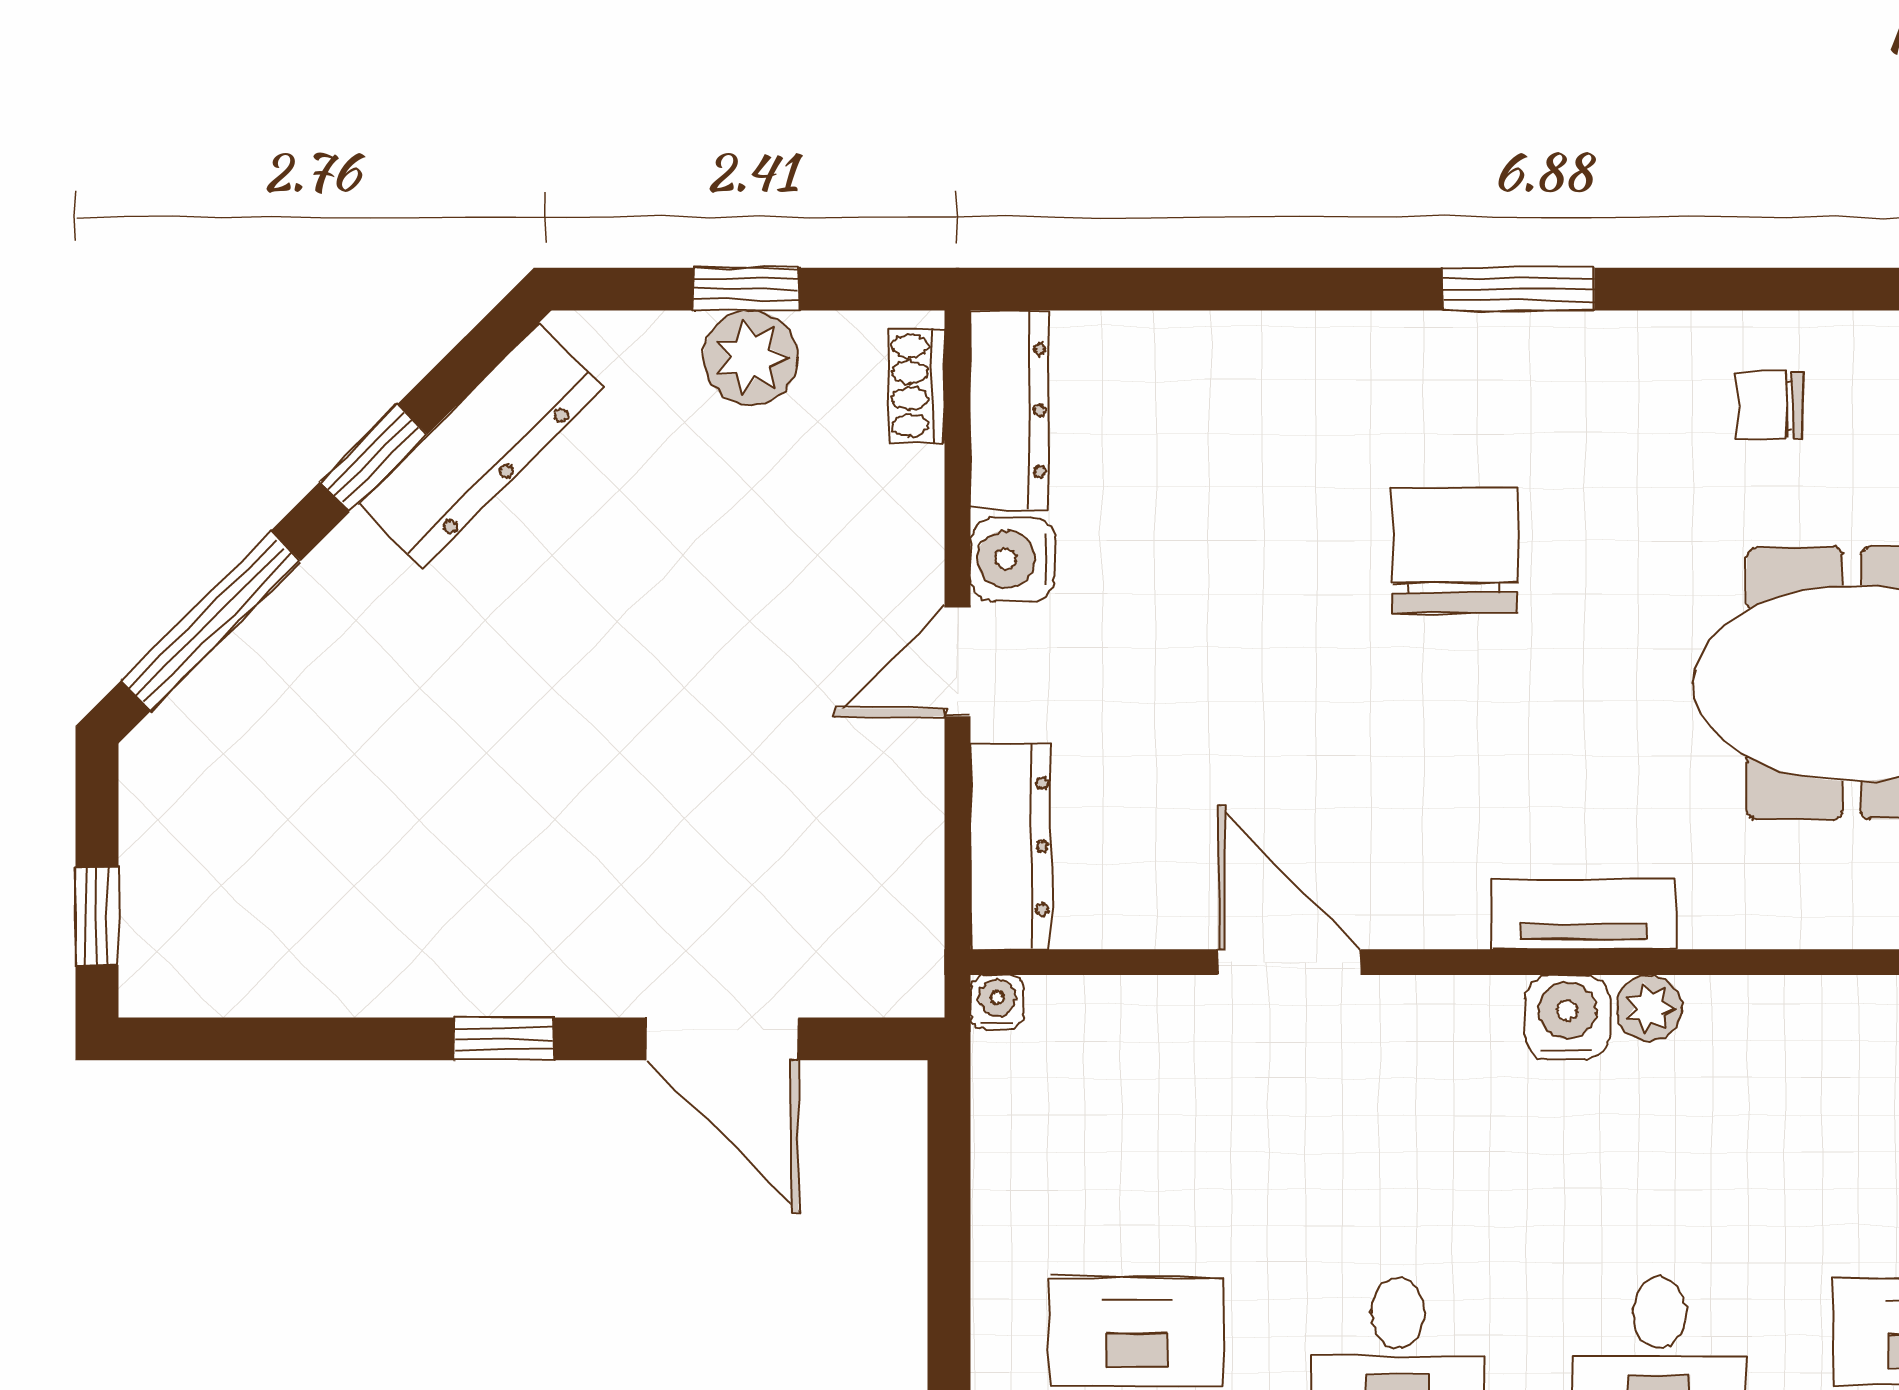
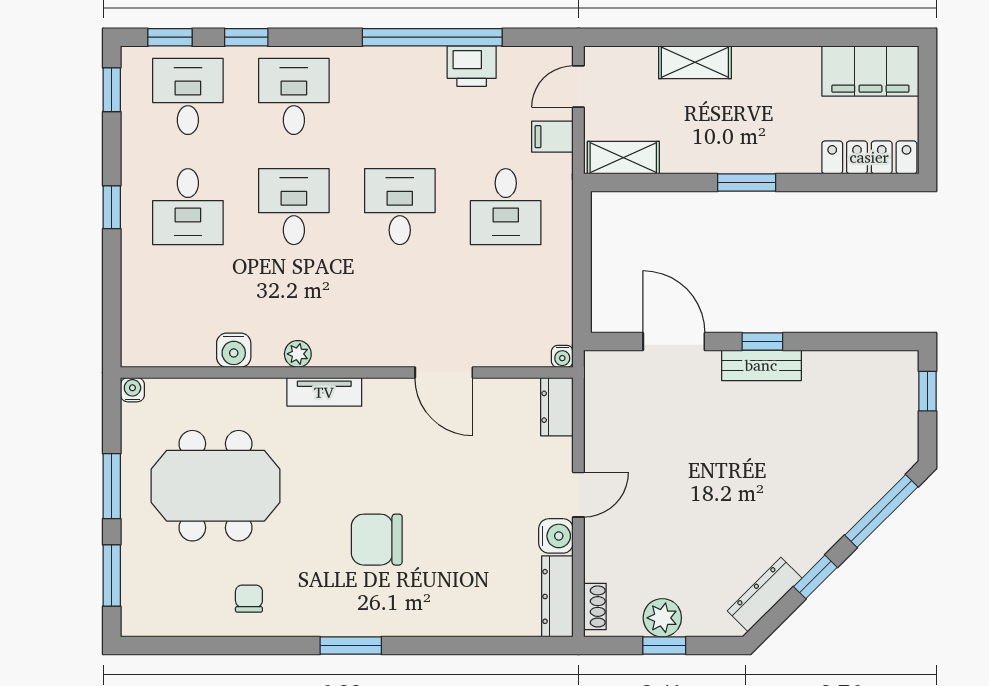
chair: (1770, 405) -> (249, 599), turned -90
dresser: (481, 446) -> (765, 594), width x0.73, depth x0.80
chair: (1455, 550) -> (377, 540), turned 90
dresser: (1011, 846) -> (557, 407), width x0.70
bench: (506, 980) -> (761, 365), added
water cooler: (1567, 1017) -> (234, 350), moved

